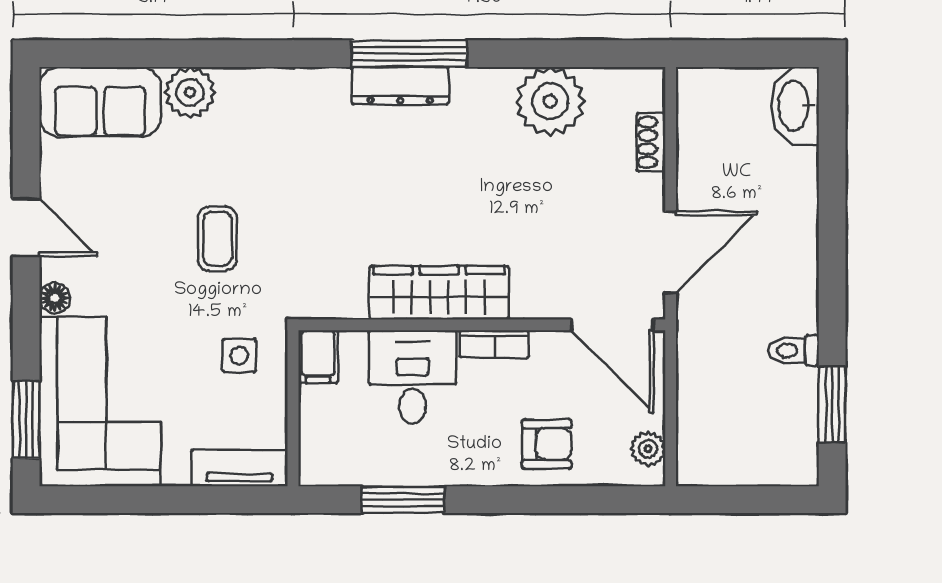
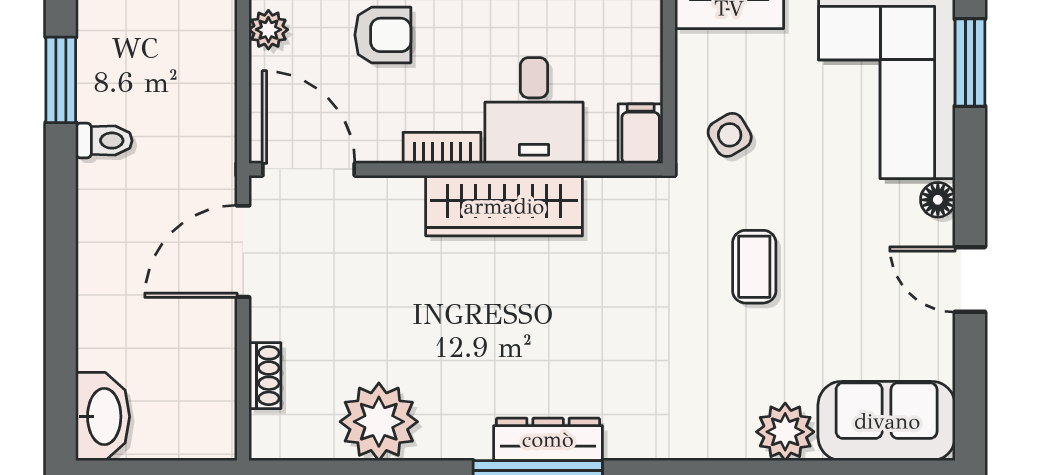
side table: (239, 356) -> (730, 135), turned -31
armchair: (547, 444) -> (383, 35), turned 180

